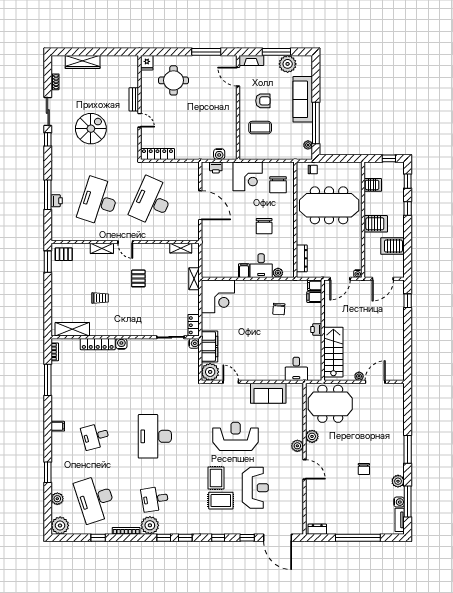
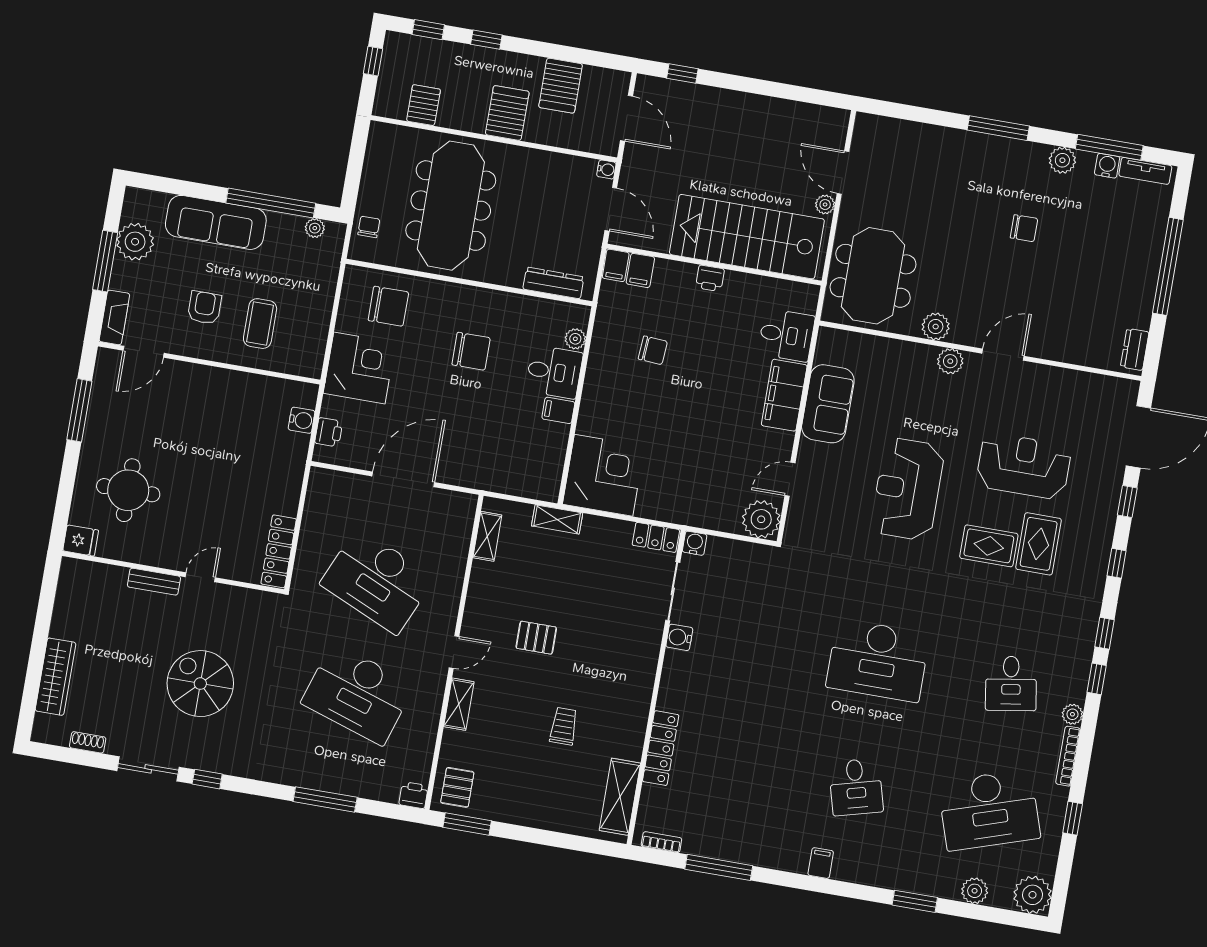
printer: (57, 201) -> (414, 795), moved
water cooler: (121, 344) -> (679, 637), moved
filing cabinet: (209, 346) -> (784, 395), moved, turned -90
stairs: (333, 352) -> (747, 237), width x1.36, depth x1.51
plant: (150, 525) -> (1072, 714), width x0.53, depth x0.53

